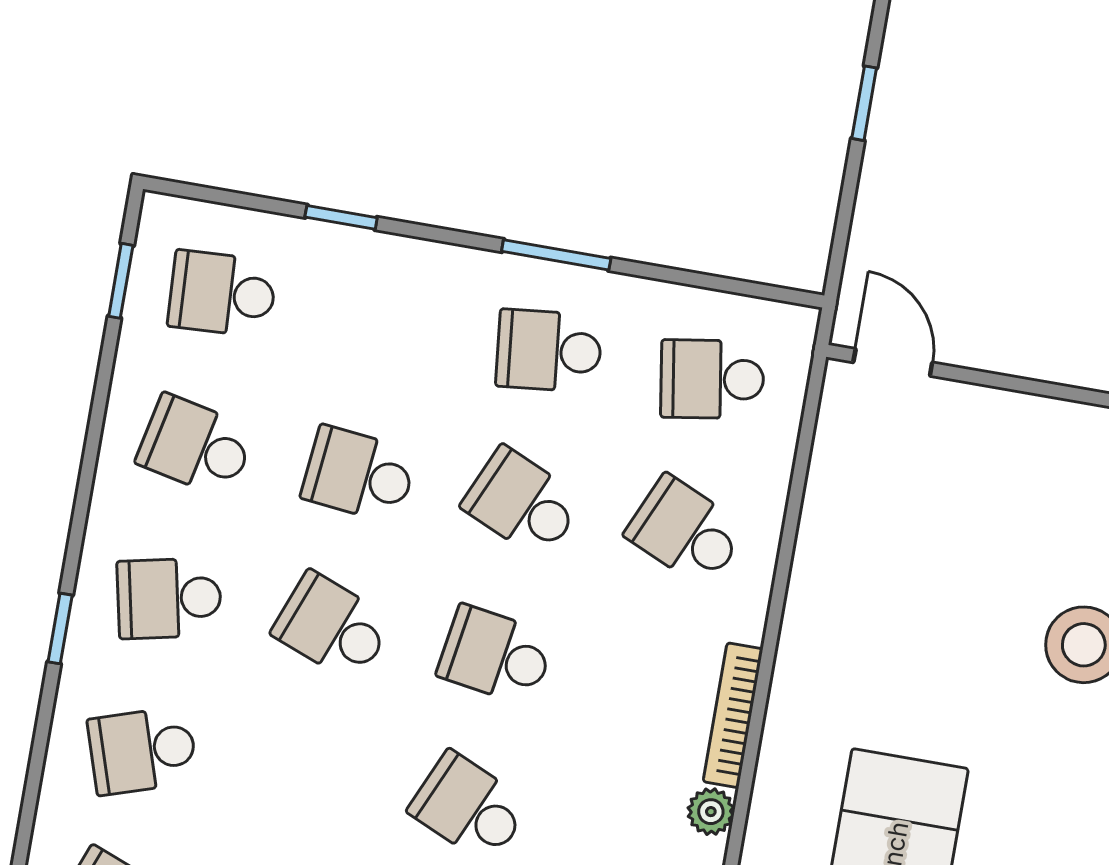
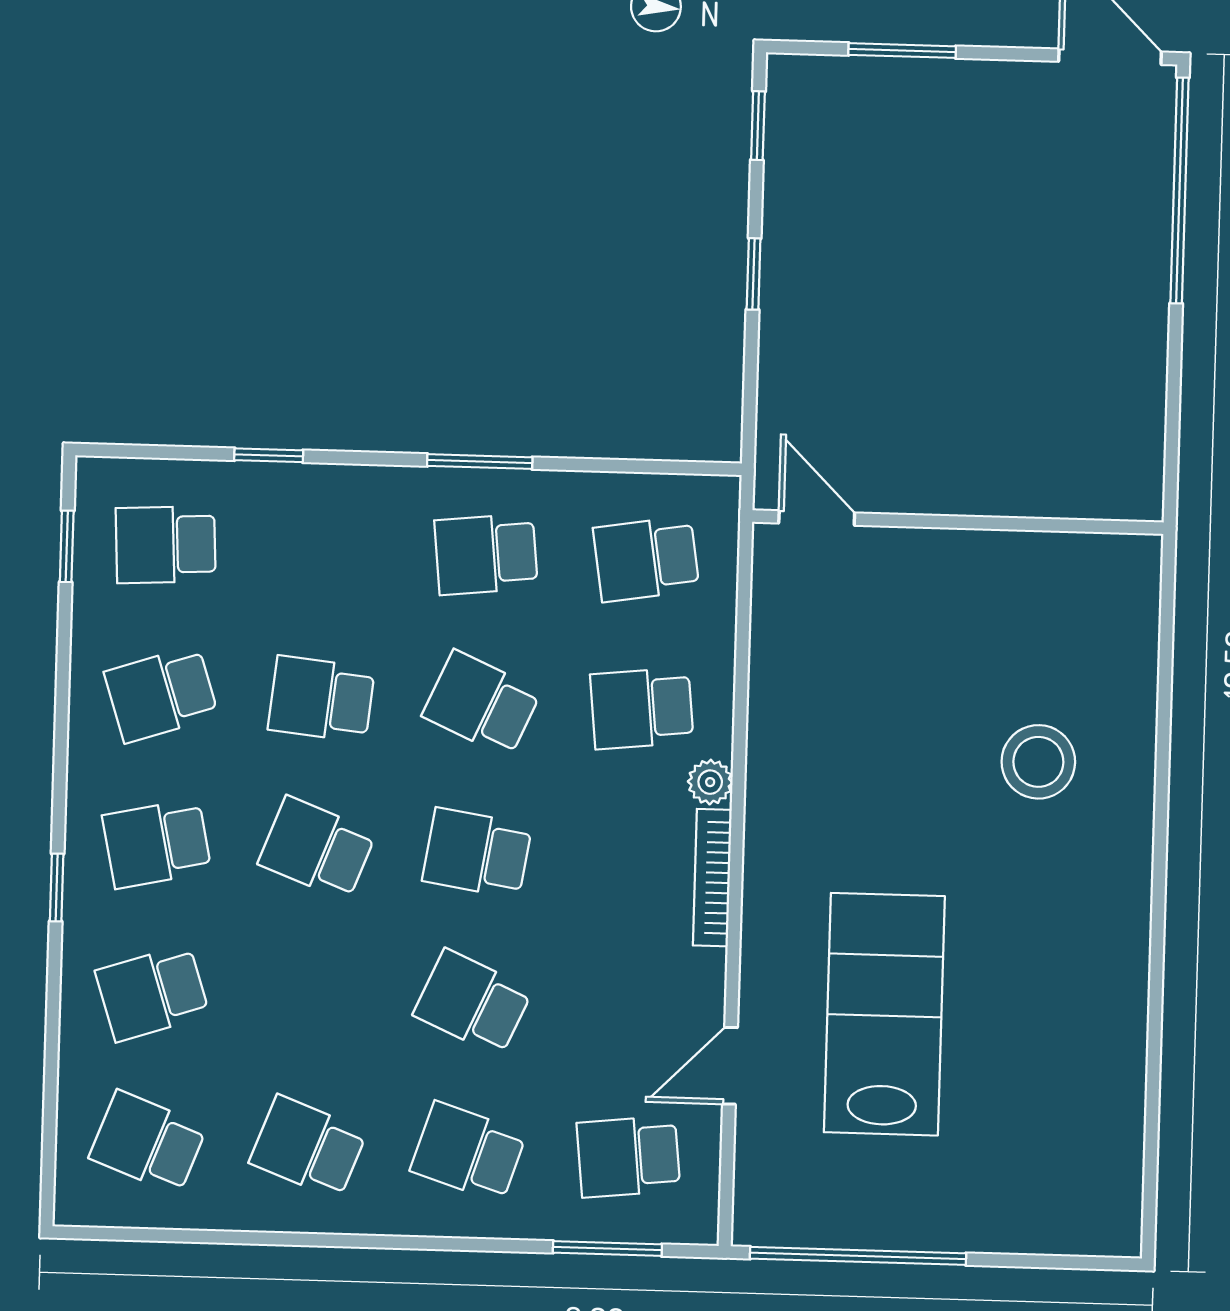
school desk: (196, 446) -> (161, 694), turned -30
school desk: (686, 532) -> (642, 708), turned -30
plant: (711, 812) -> (710, 782), moved

